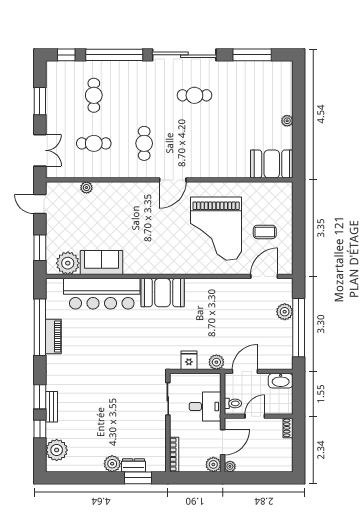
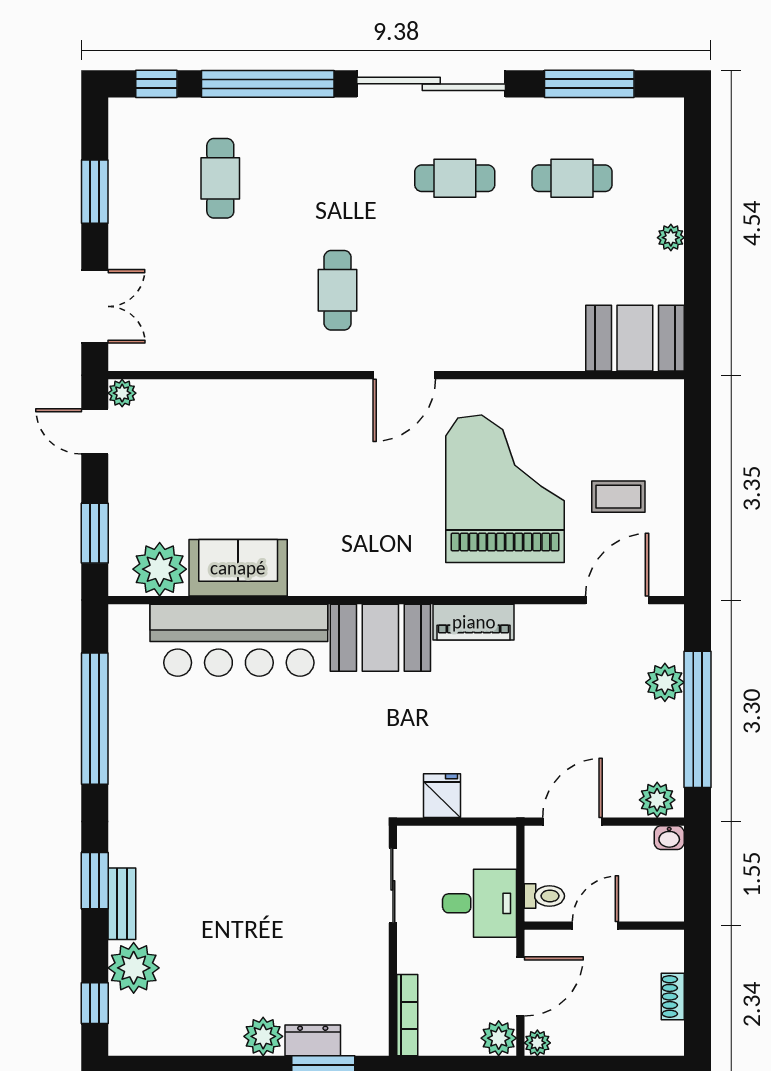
cafe table: (94, 143) -> (572, 178), moved
plant: (86, 188) -> (122, 393), moved
grand piano: (216, 229) -> (505, 489), turned 180
piano: (53, 337) -> (474, 622), moved, turned 90
plant: (216, 362) -> (657, 800), moved
washbasin: (281, 381) -> (669, 838), width x0.52, depth x0.69
shoe rack: (288, 428) -> (673, 996), moved
window: (40, 429) -> (95, 1003), moved
plant: (57, 450) -> (134, 968), moved

